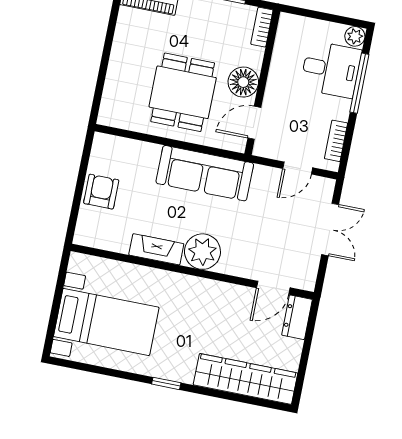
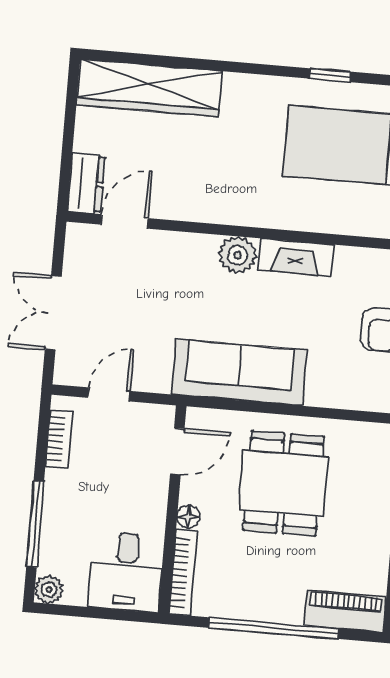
bookcase: (262, 27) -> (183, 573), width x1.56
desk: (331, 69) -> (126, 572), moved, turned -90
floor lamp: (243, 82) -> (188, 516), width x0.53, depth x0.53
plant: (202, 252) -> (237, 255), width x0.73, depth x0.73
window: (166, 383) -> (330, 75), moved

